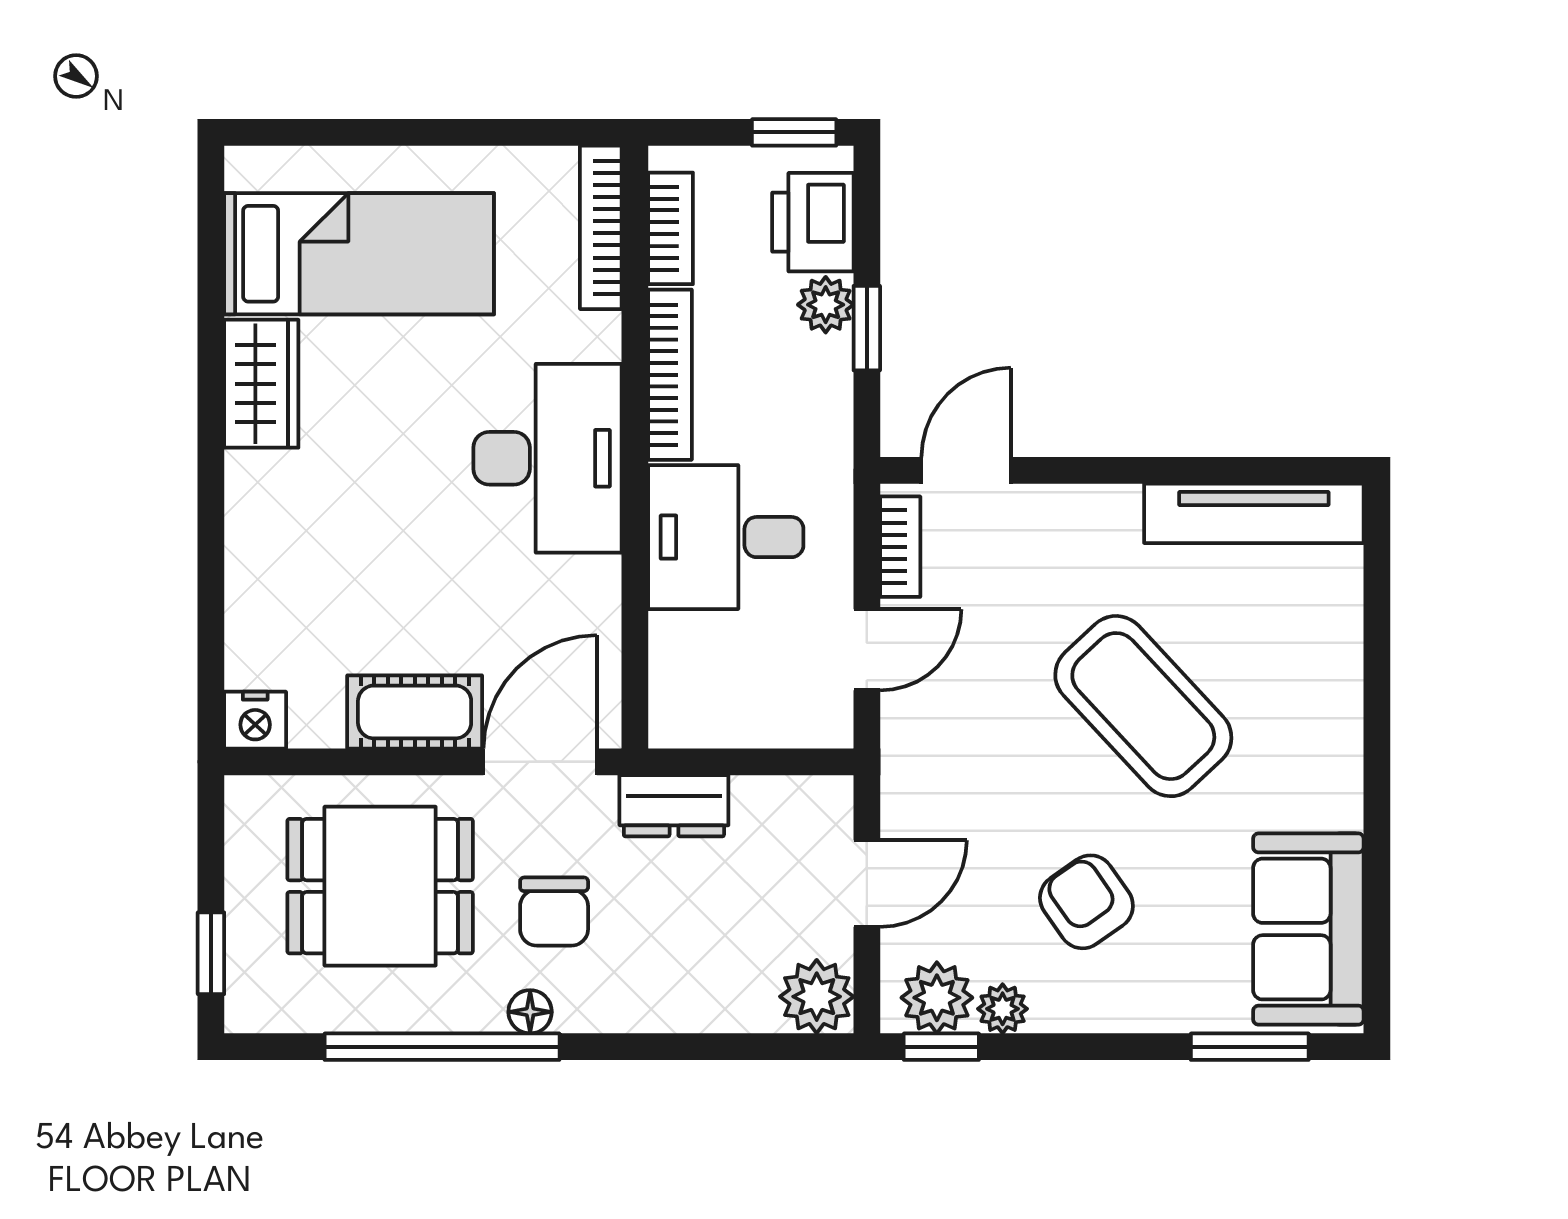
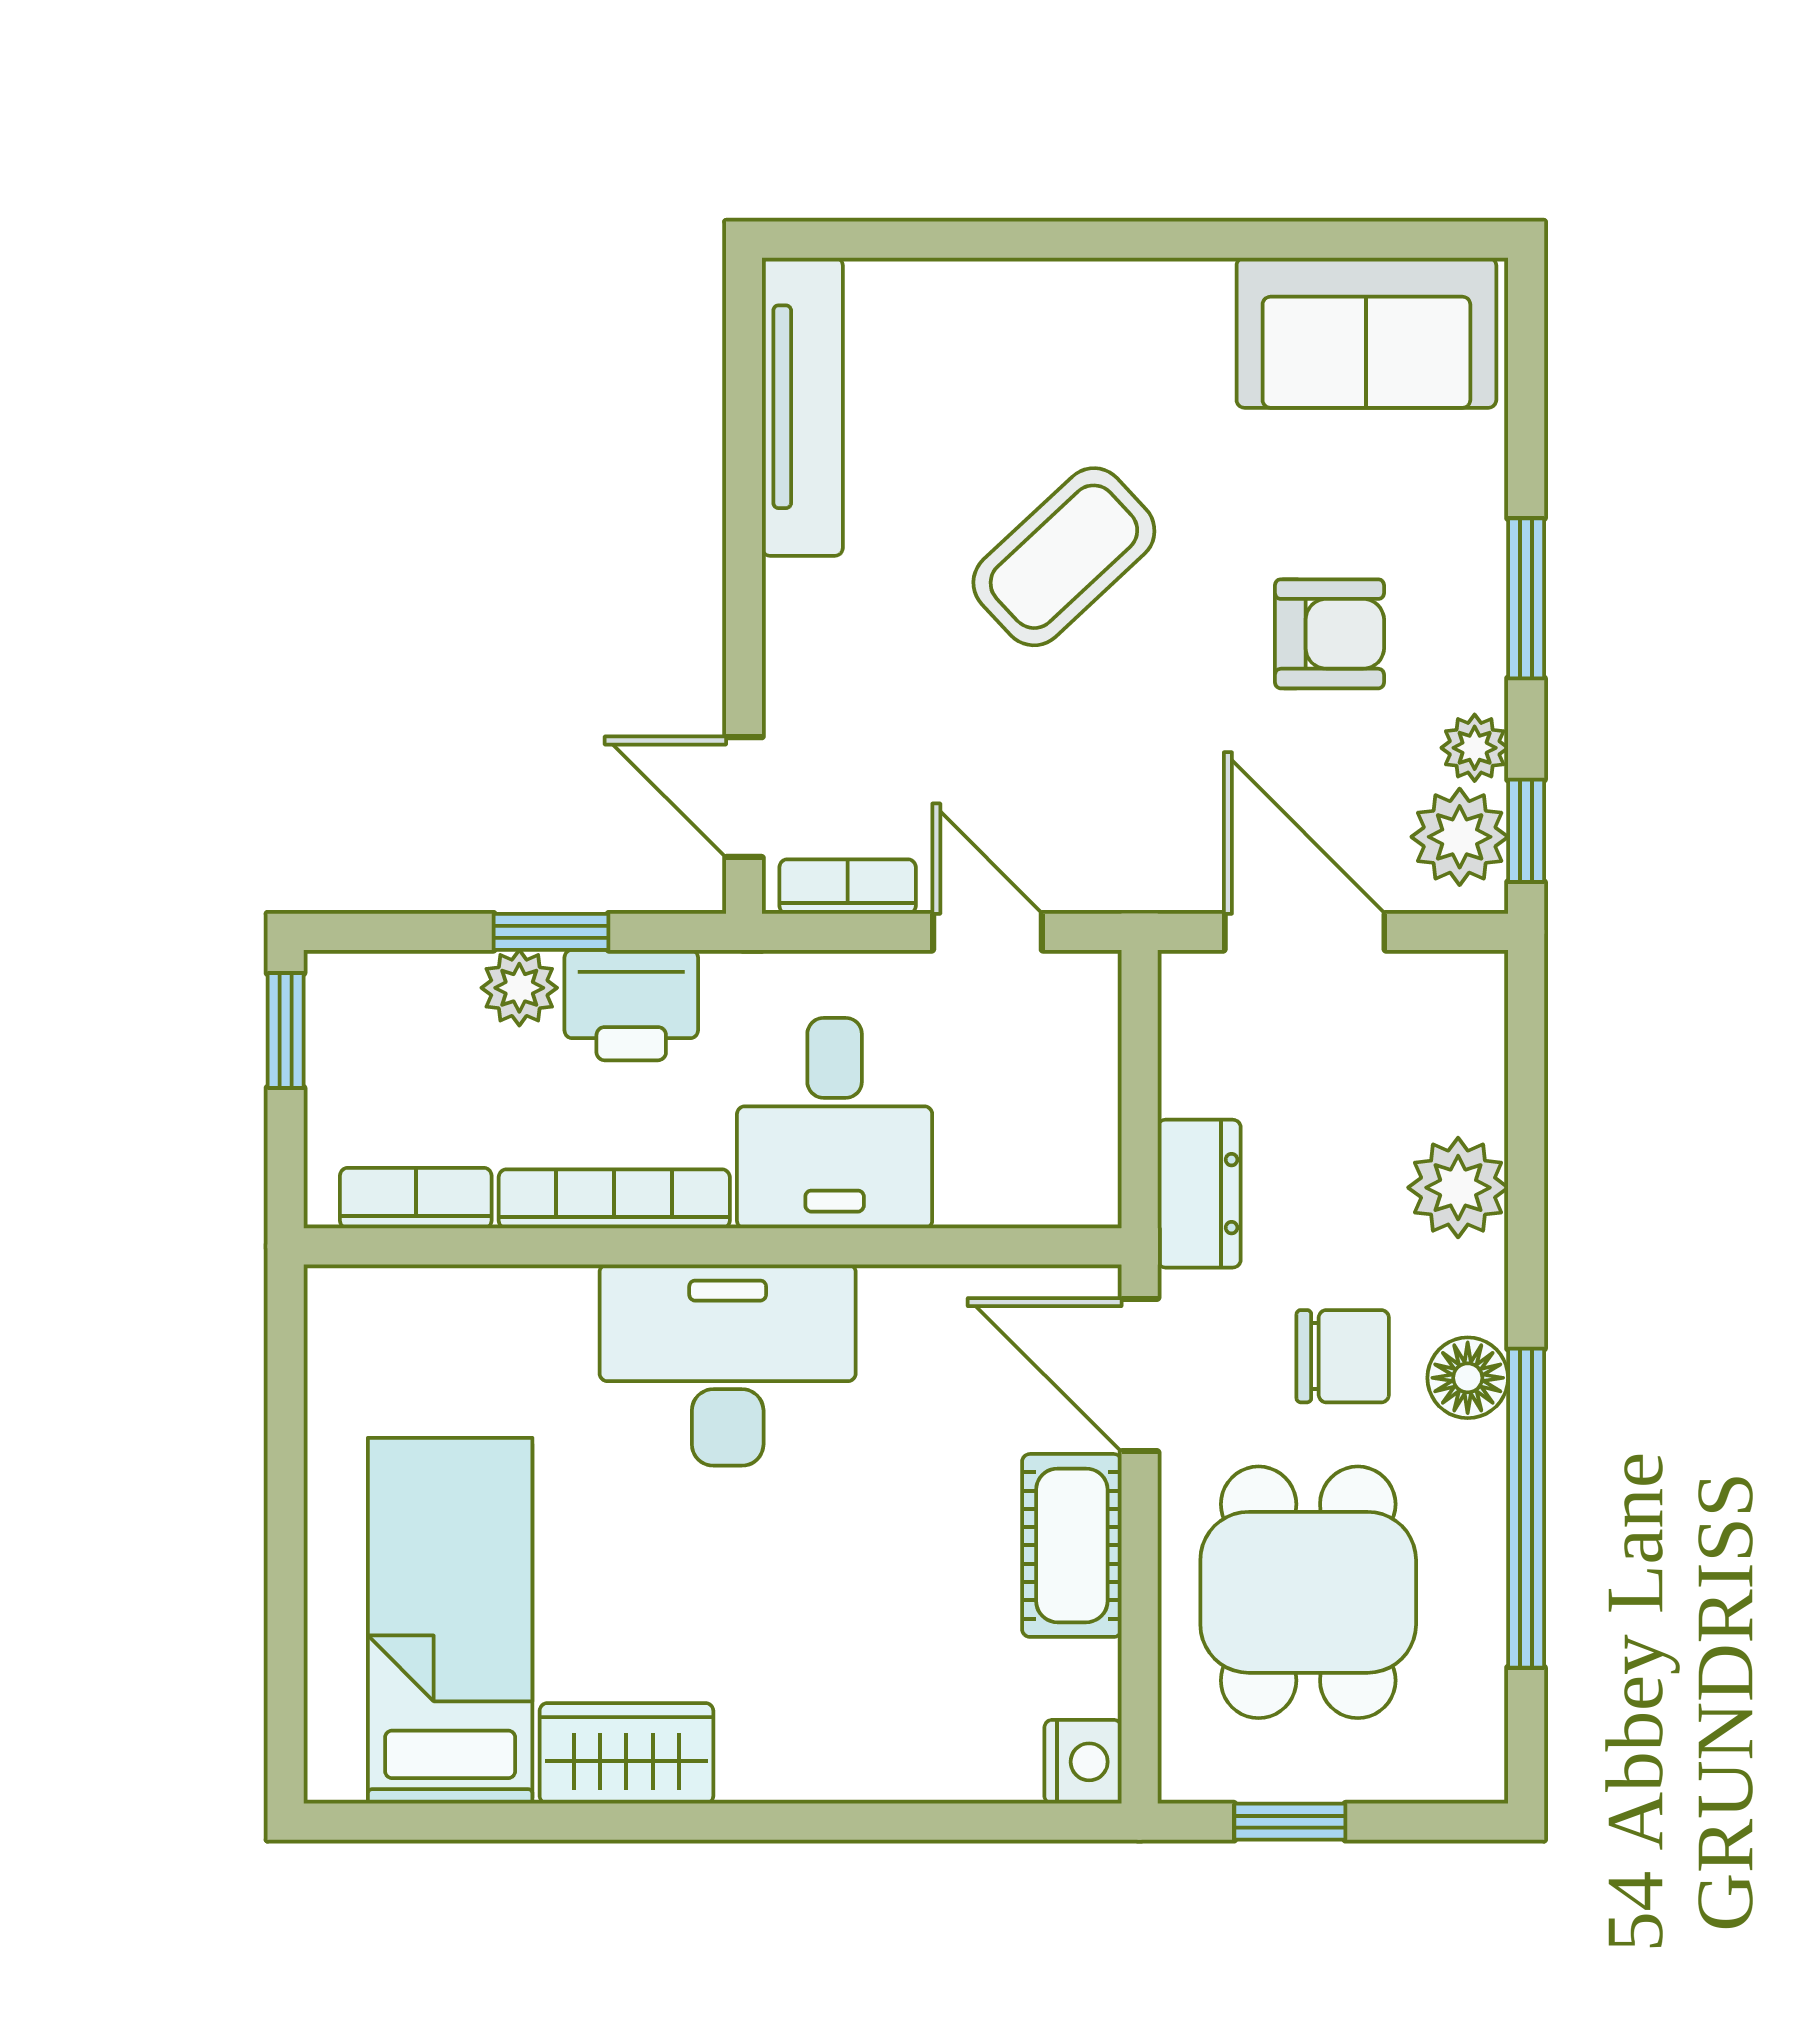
printer: (813, 222) -> (631, 1005), moved
bookcase: (601, 227) -> (414, 1293), removed
coffee table: (1143, 706) -> (1064, 557), width x0.73, depth x0.76
door: (867, 884) -> (1305, 932), width x1.38
armchair: (1086, 902) -> (1330, 634), turned -145
window: (211, 953) -> (1290, 1822), moved
plant: (817, 997) -> (1458, 1188), moved
floor lamp: (530, 1012) -> (1468, 1378), width x1.37, depth x1.37
window: (1250, 1047) -> (1526, 598), moved

